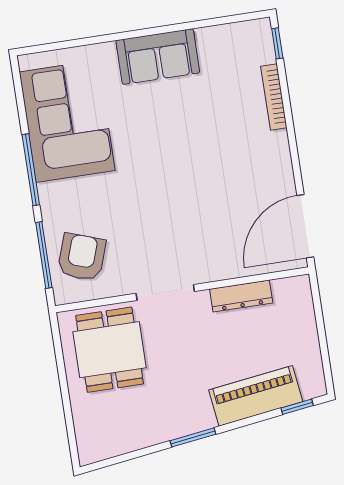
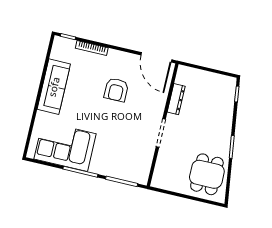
sofa: (158, 57) -> (54, 87), width x1.36
armchair: (82, 257) -> (116, 90), moved, turned -109
dining table: (110, 350) -> (207, 174), moved, turned 90
piano: (256, 396) -> (224, 111), removed

